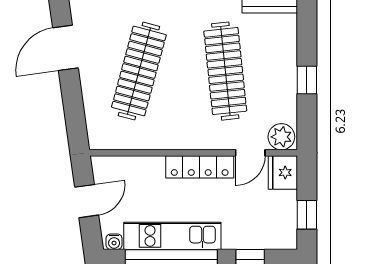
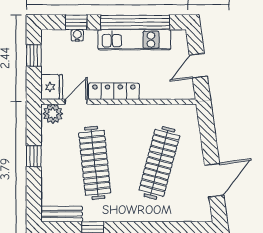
water cooler: (114, 242) -> (77, 35), moved

